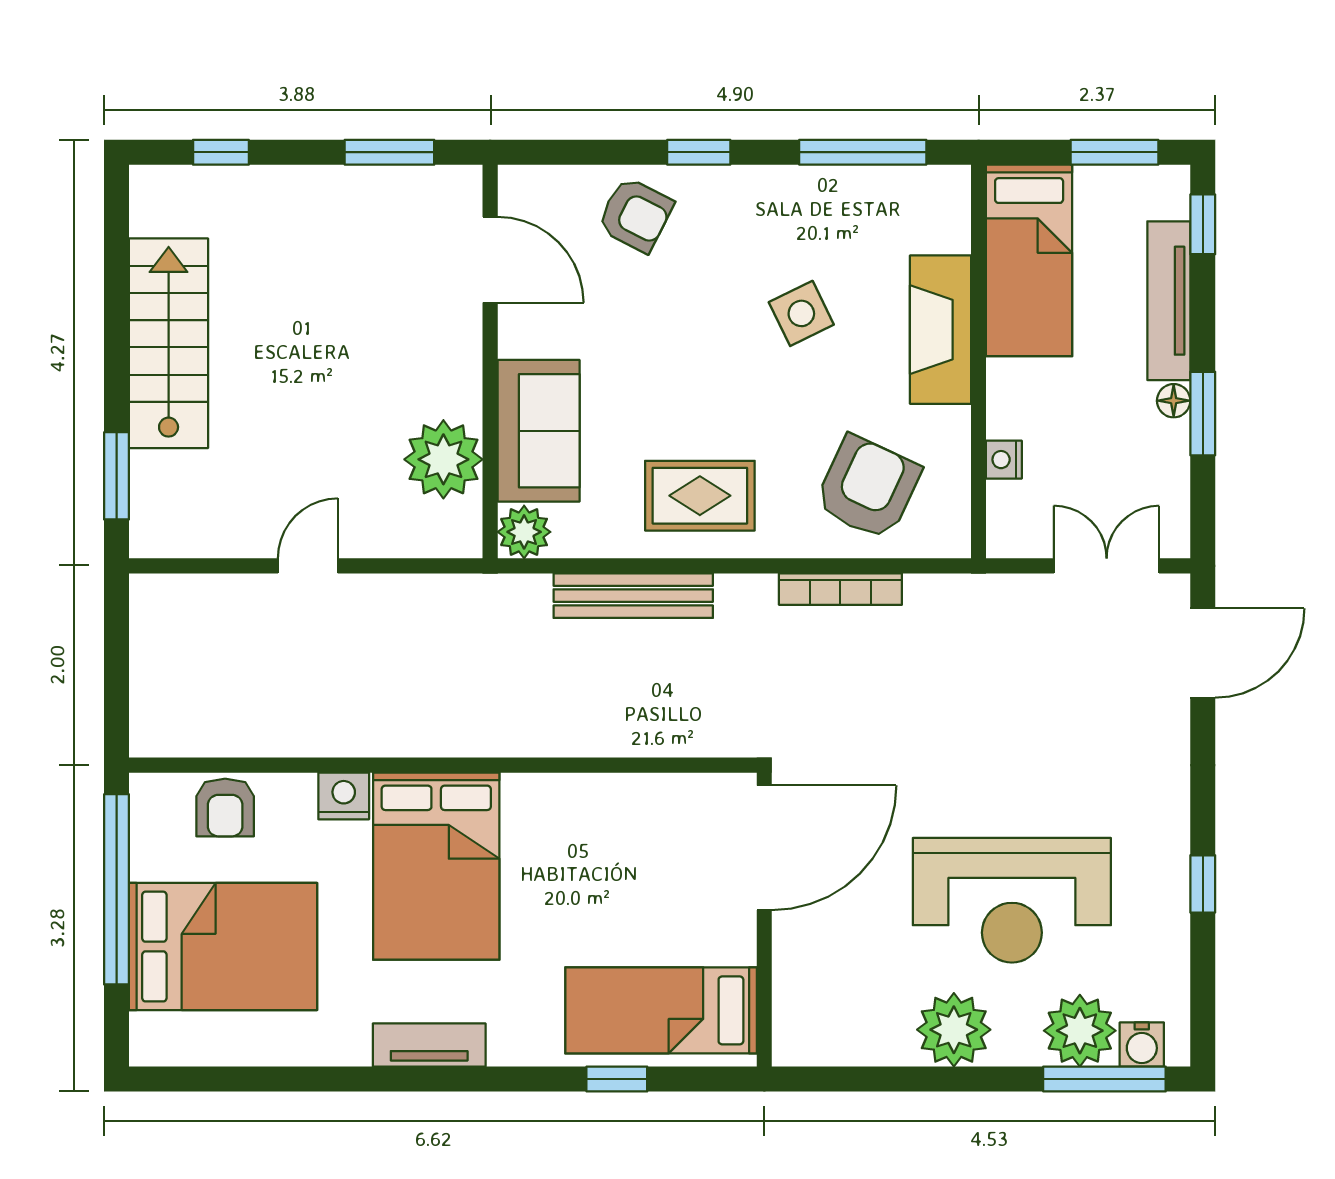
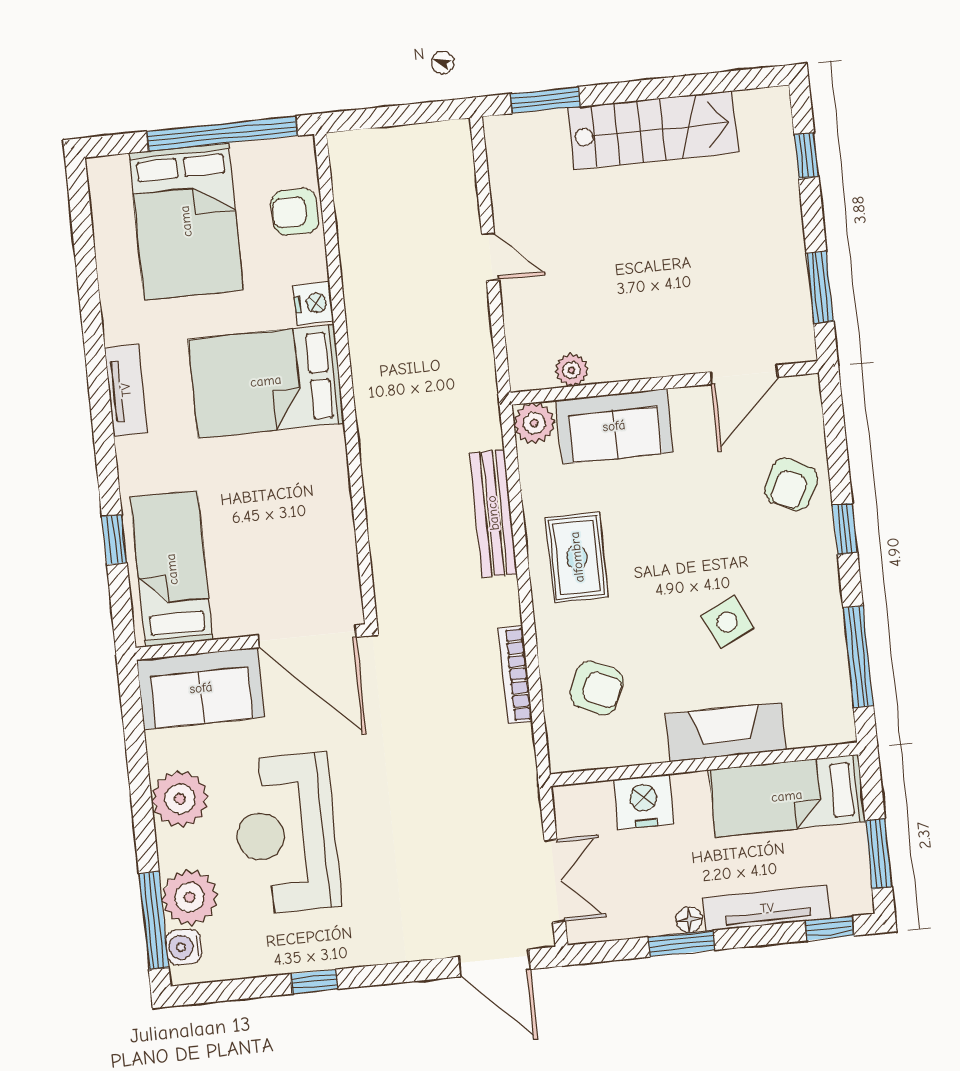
plant: (443, 459) -> (572, 370), width x0.53, depth x0.53
nightstand: (1004, 460) -> (644, 802), width x1.89, depth x1.79
armchair: (868, 488) -> (597, 688), width x0.72, depth x0.72
sofa: (817, 989) -> (201, 688), added

